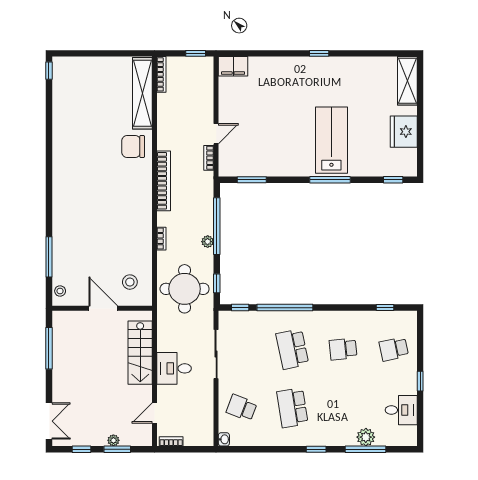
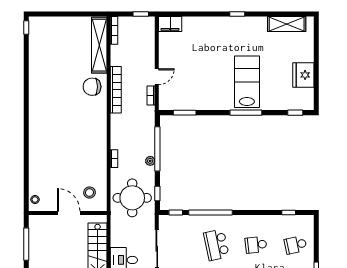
shelving: (407, 81) -> (287, 24), moved, turned 90
bookcase: (164, 181) -> (116, 90), moved
window: (49, 257) -> (26, 173), removed

